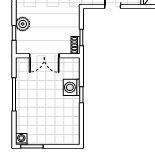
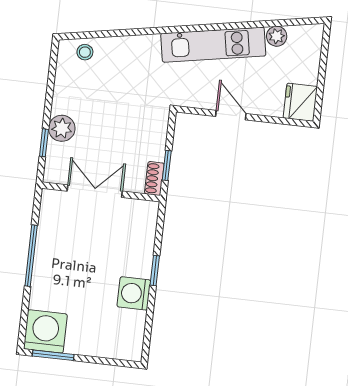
double door: (44, 56) -> (95, 191), swing flipped
washing machine: (72, 87) -> (134, 293), moved
washing machine: (21, 139) -> (45, 331), width x1.89, depth x1.89

